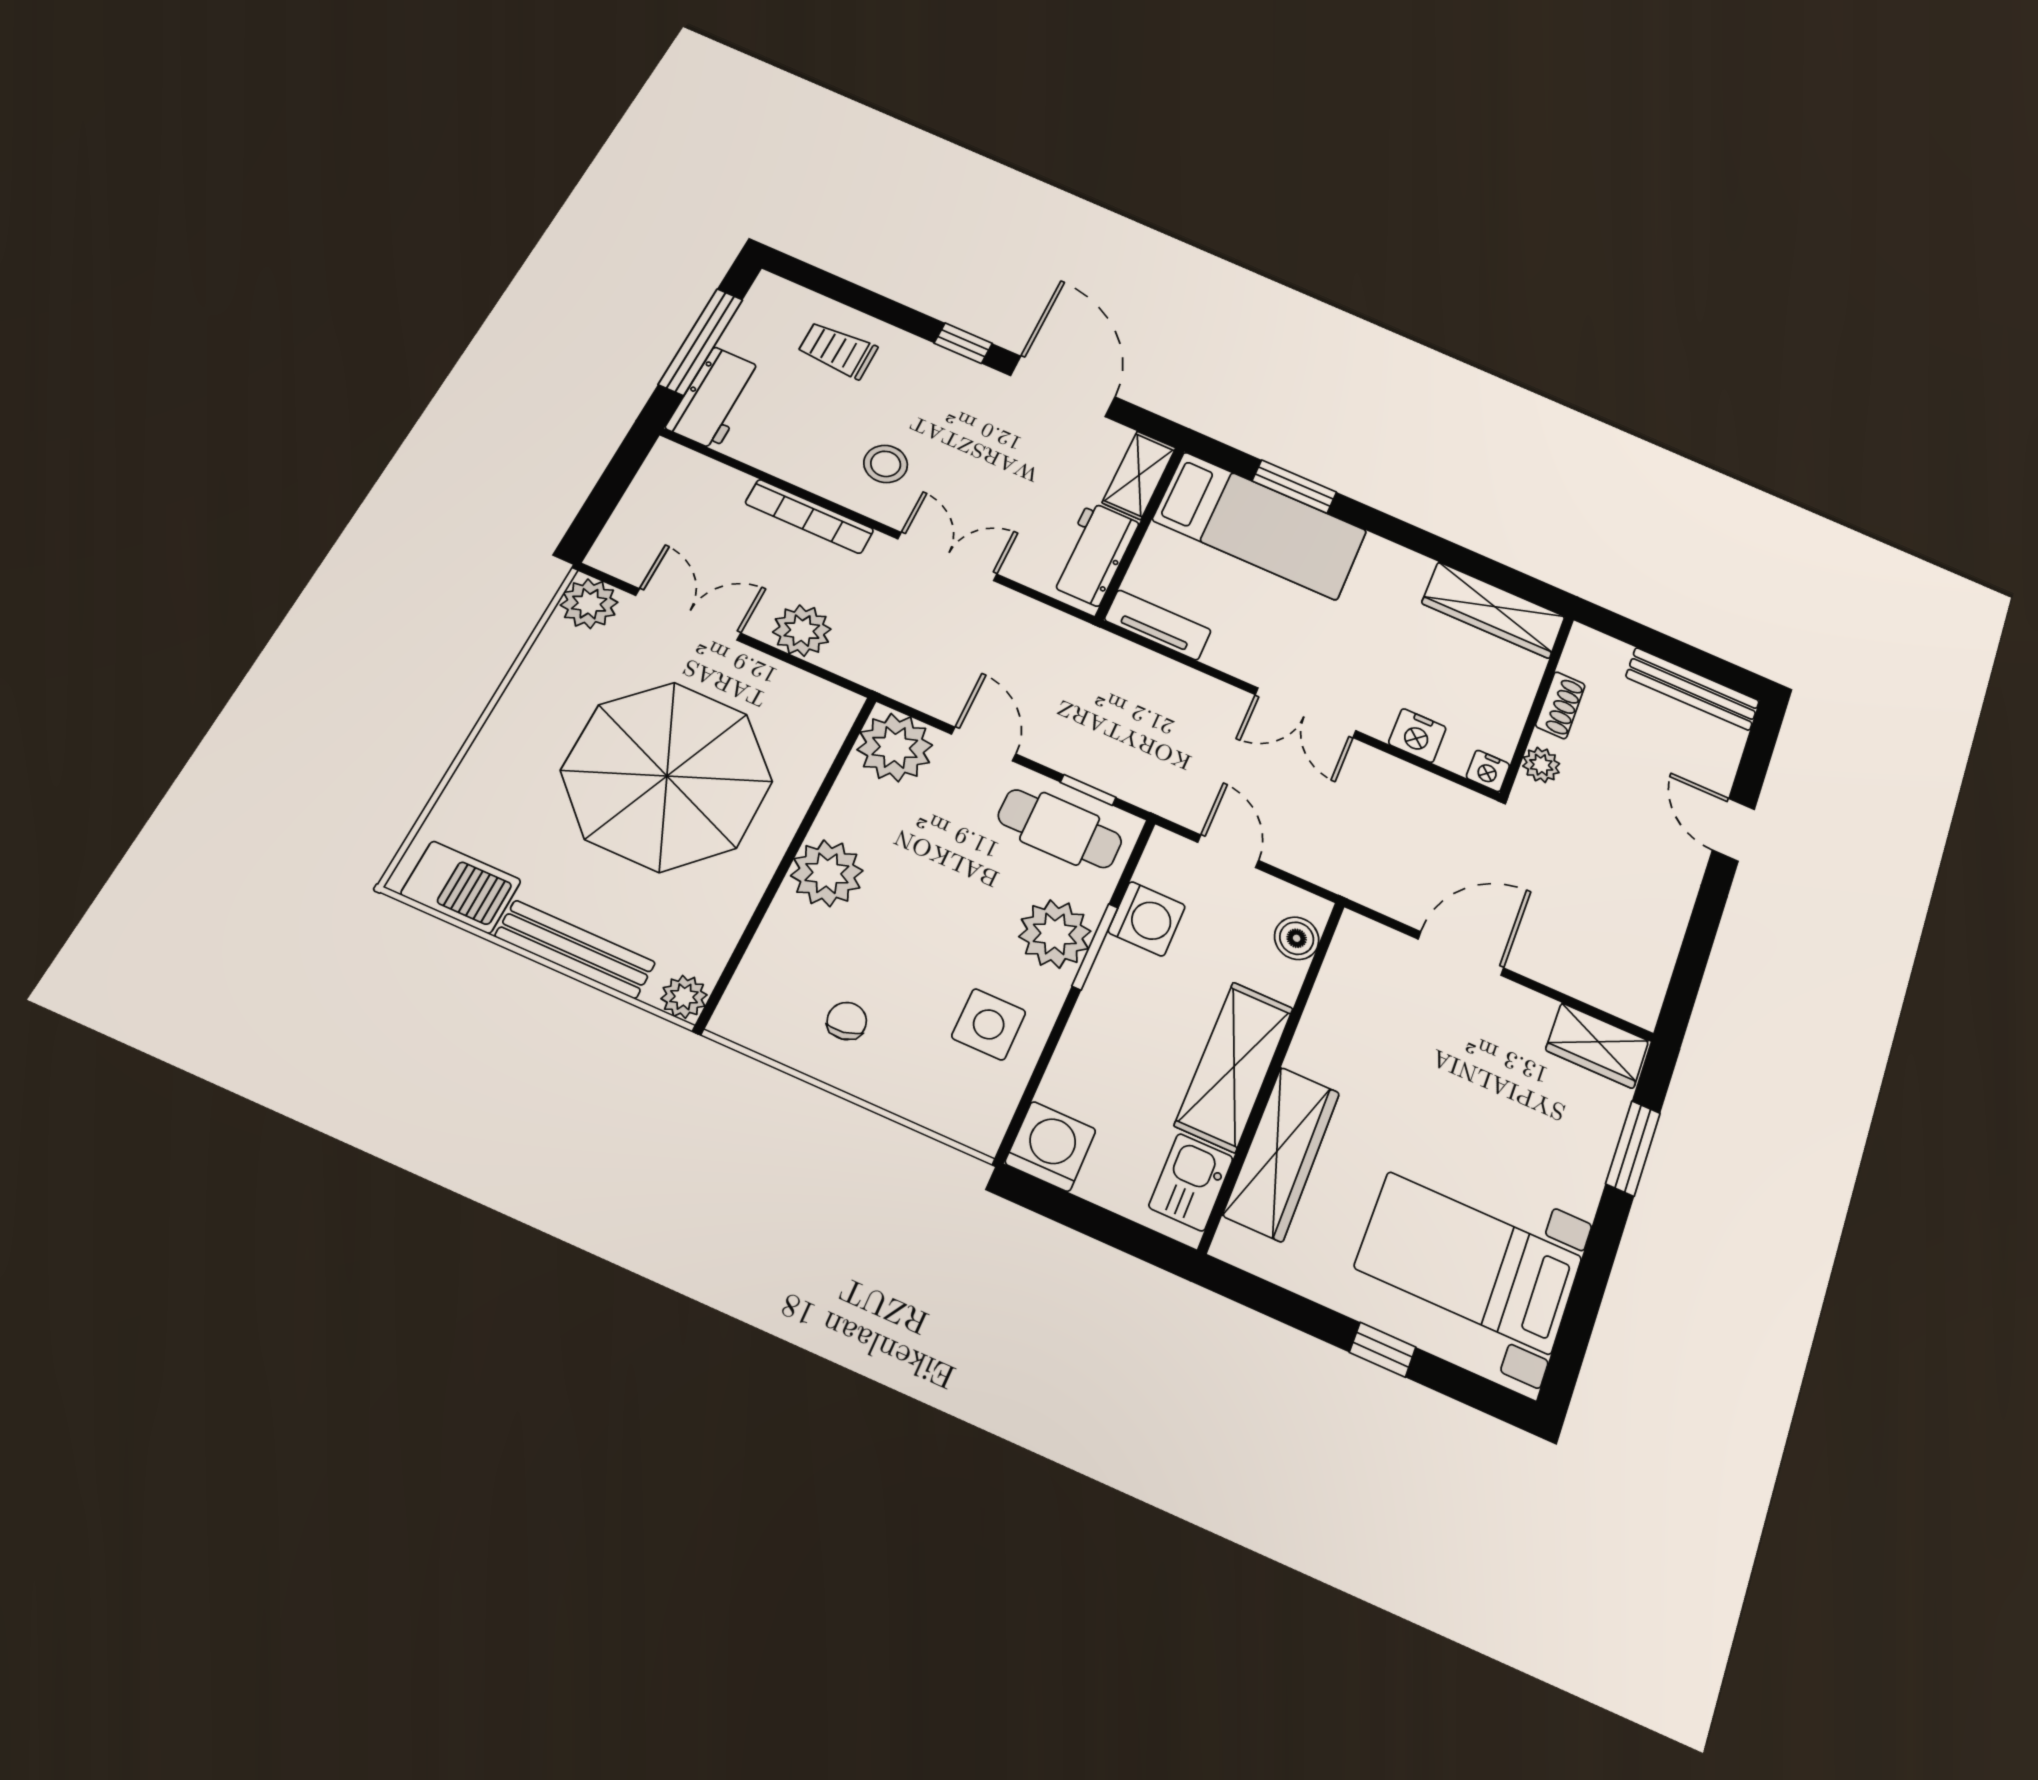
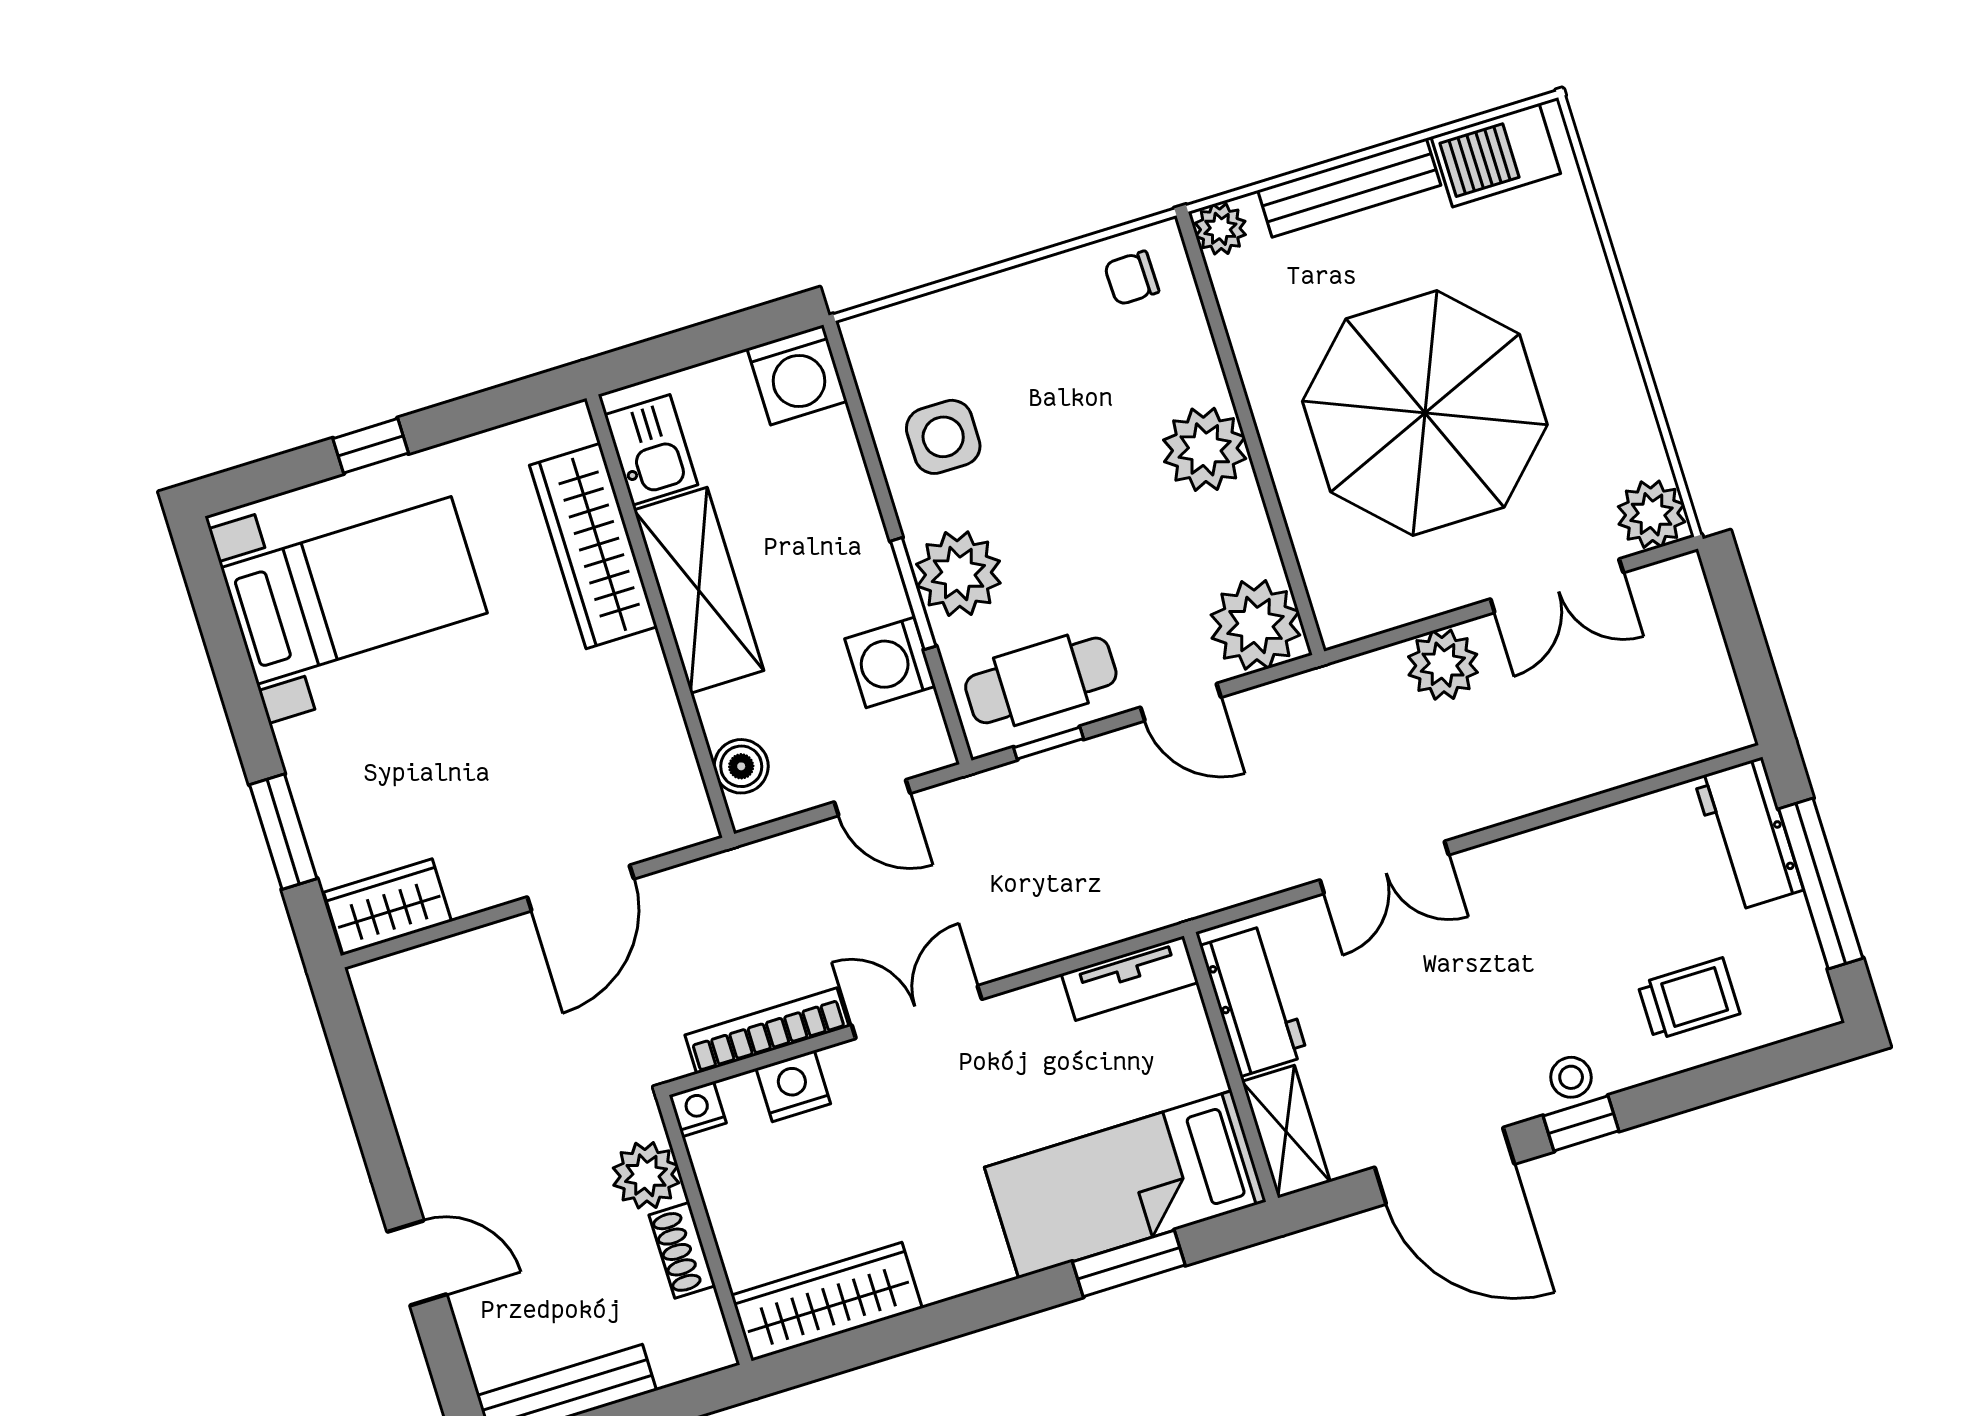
stool: (886, 464) -> (1571, 1077), moved, width x0.73, depth x0.73
bookcase: (809, 516) -> (767, 1031), moved
plant: (1541, 765) -> (646, 1175), width x1.38, depth x1.38
chair: (847, 1021) -> (1132, 278), moved, turned 99

